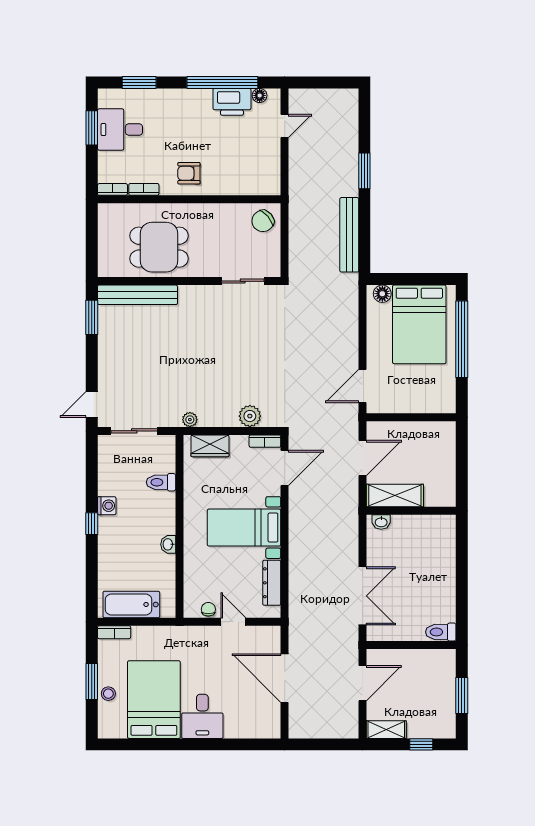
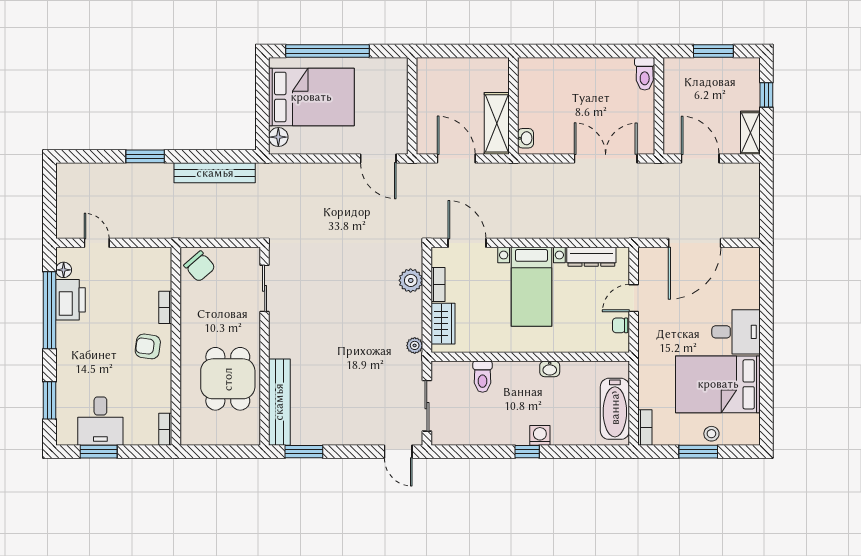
armchair: (189, 173) -> (148, 346), turned 98
bookcase: (144, 189) -> (165, 307), moved
bookcase: (265, 441) -> (438, 284), moved
washing machine: (107, 506) -> (540, 435), moved

